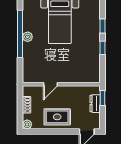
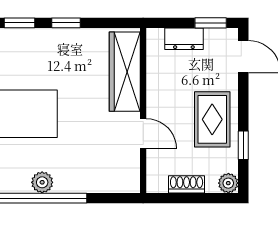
wardrobe: (80, 76) -> (125, 72), added
window: (103, 98) -> (211, 23), moved
window: (45, 131) -> (243, 145), added

